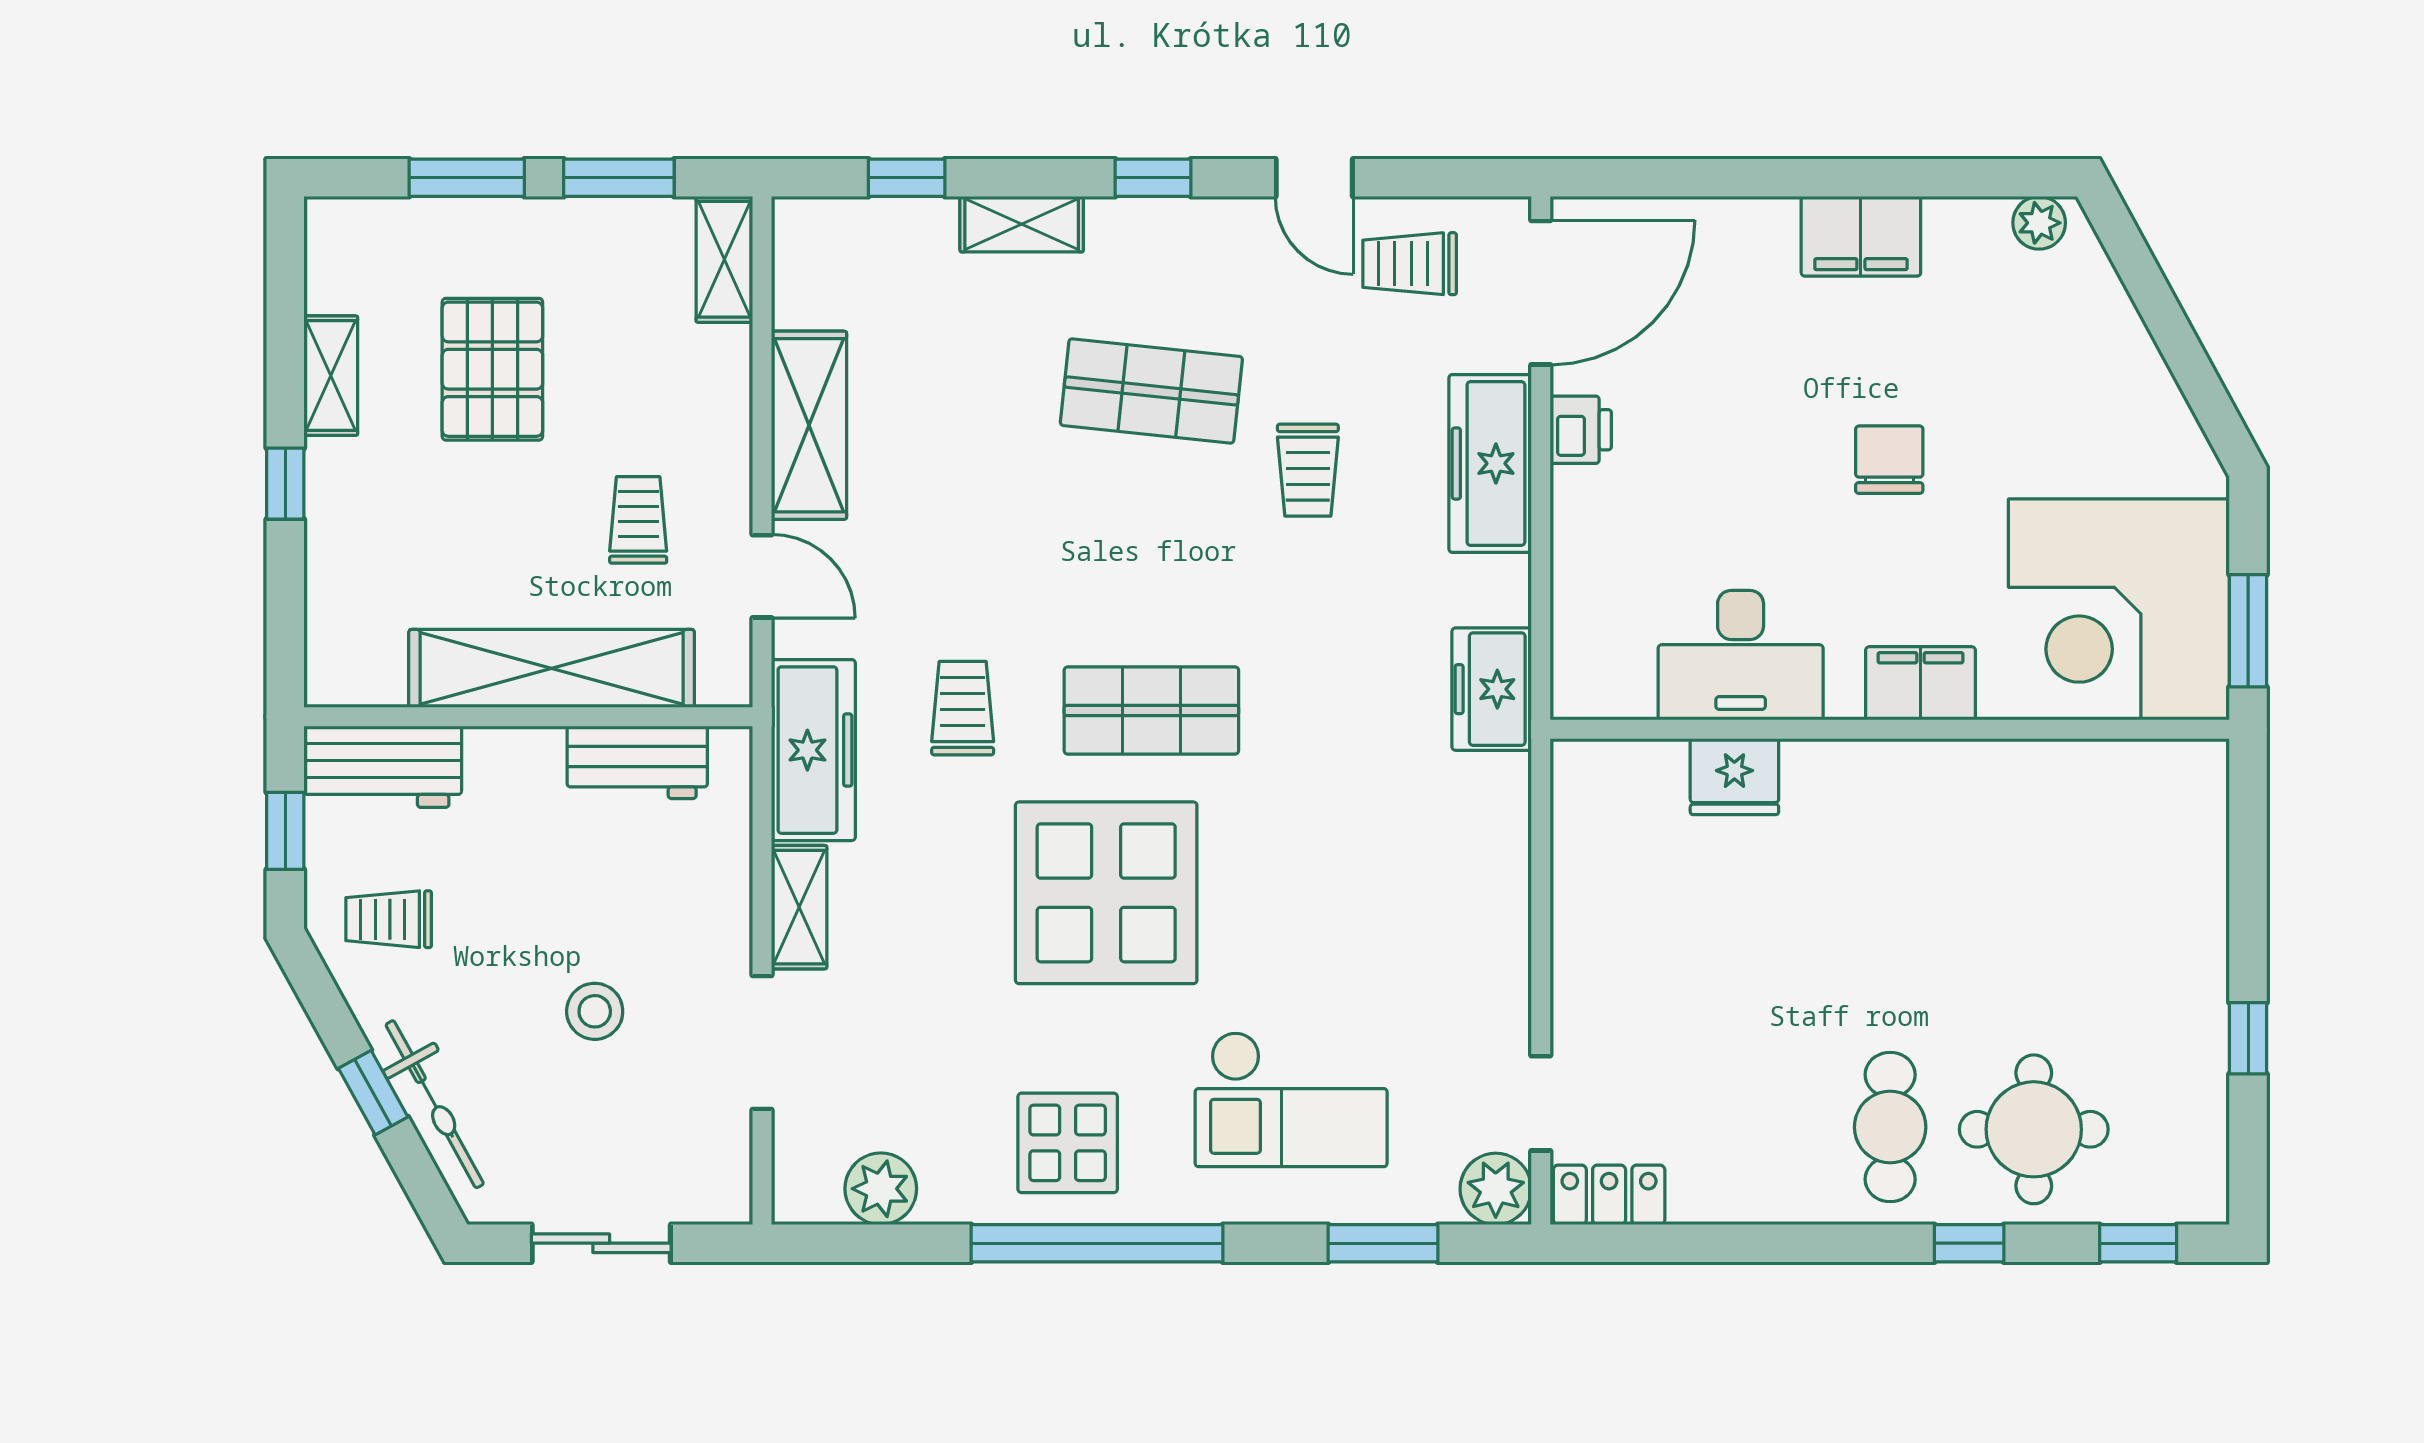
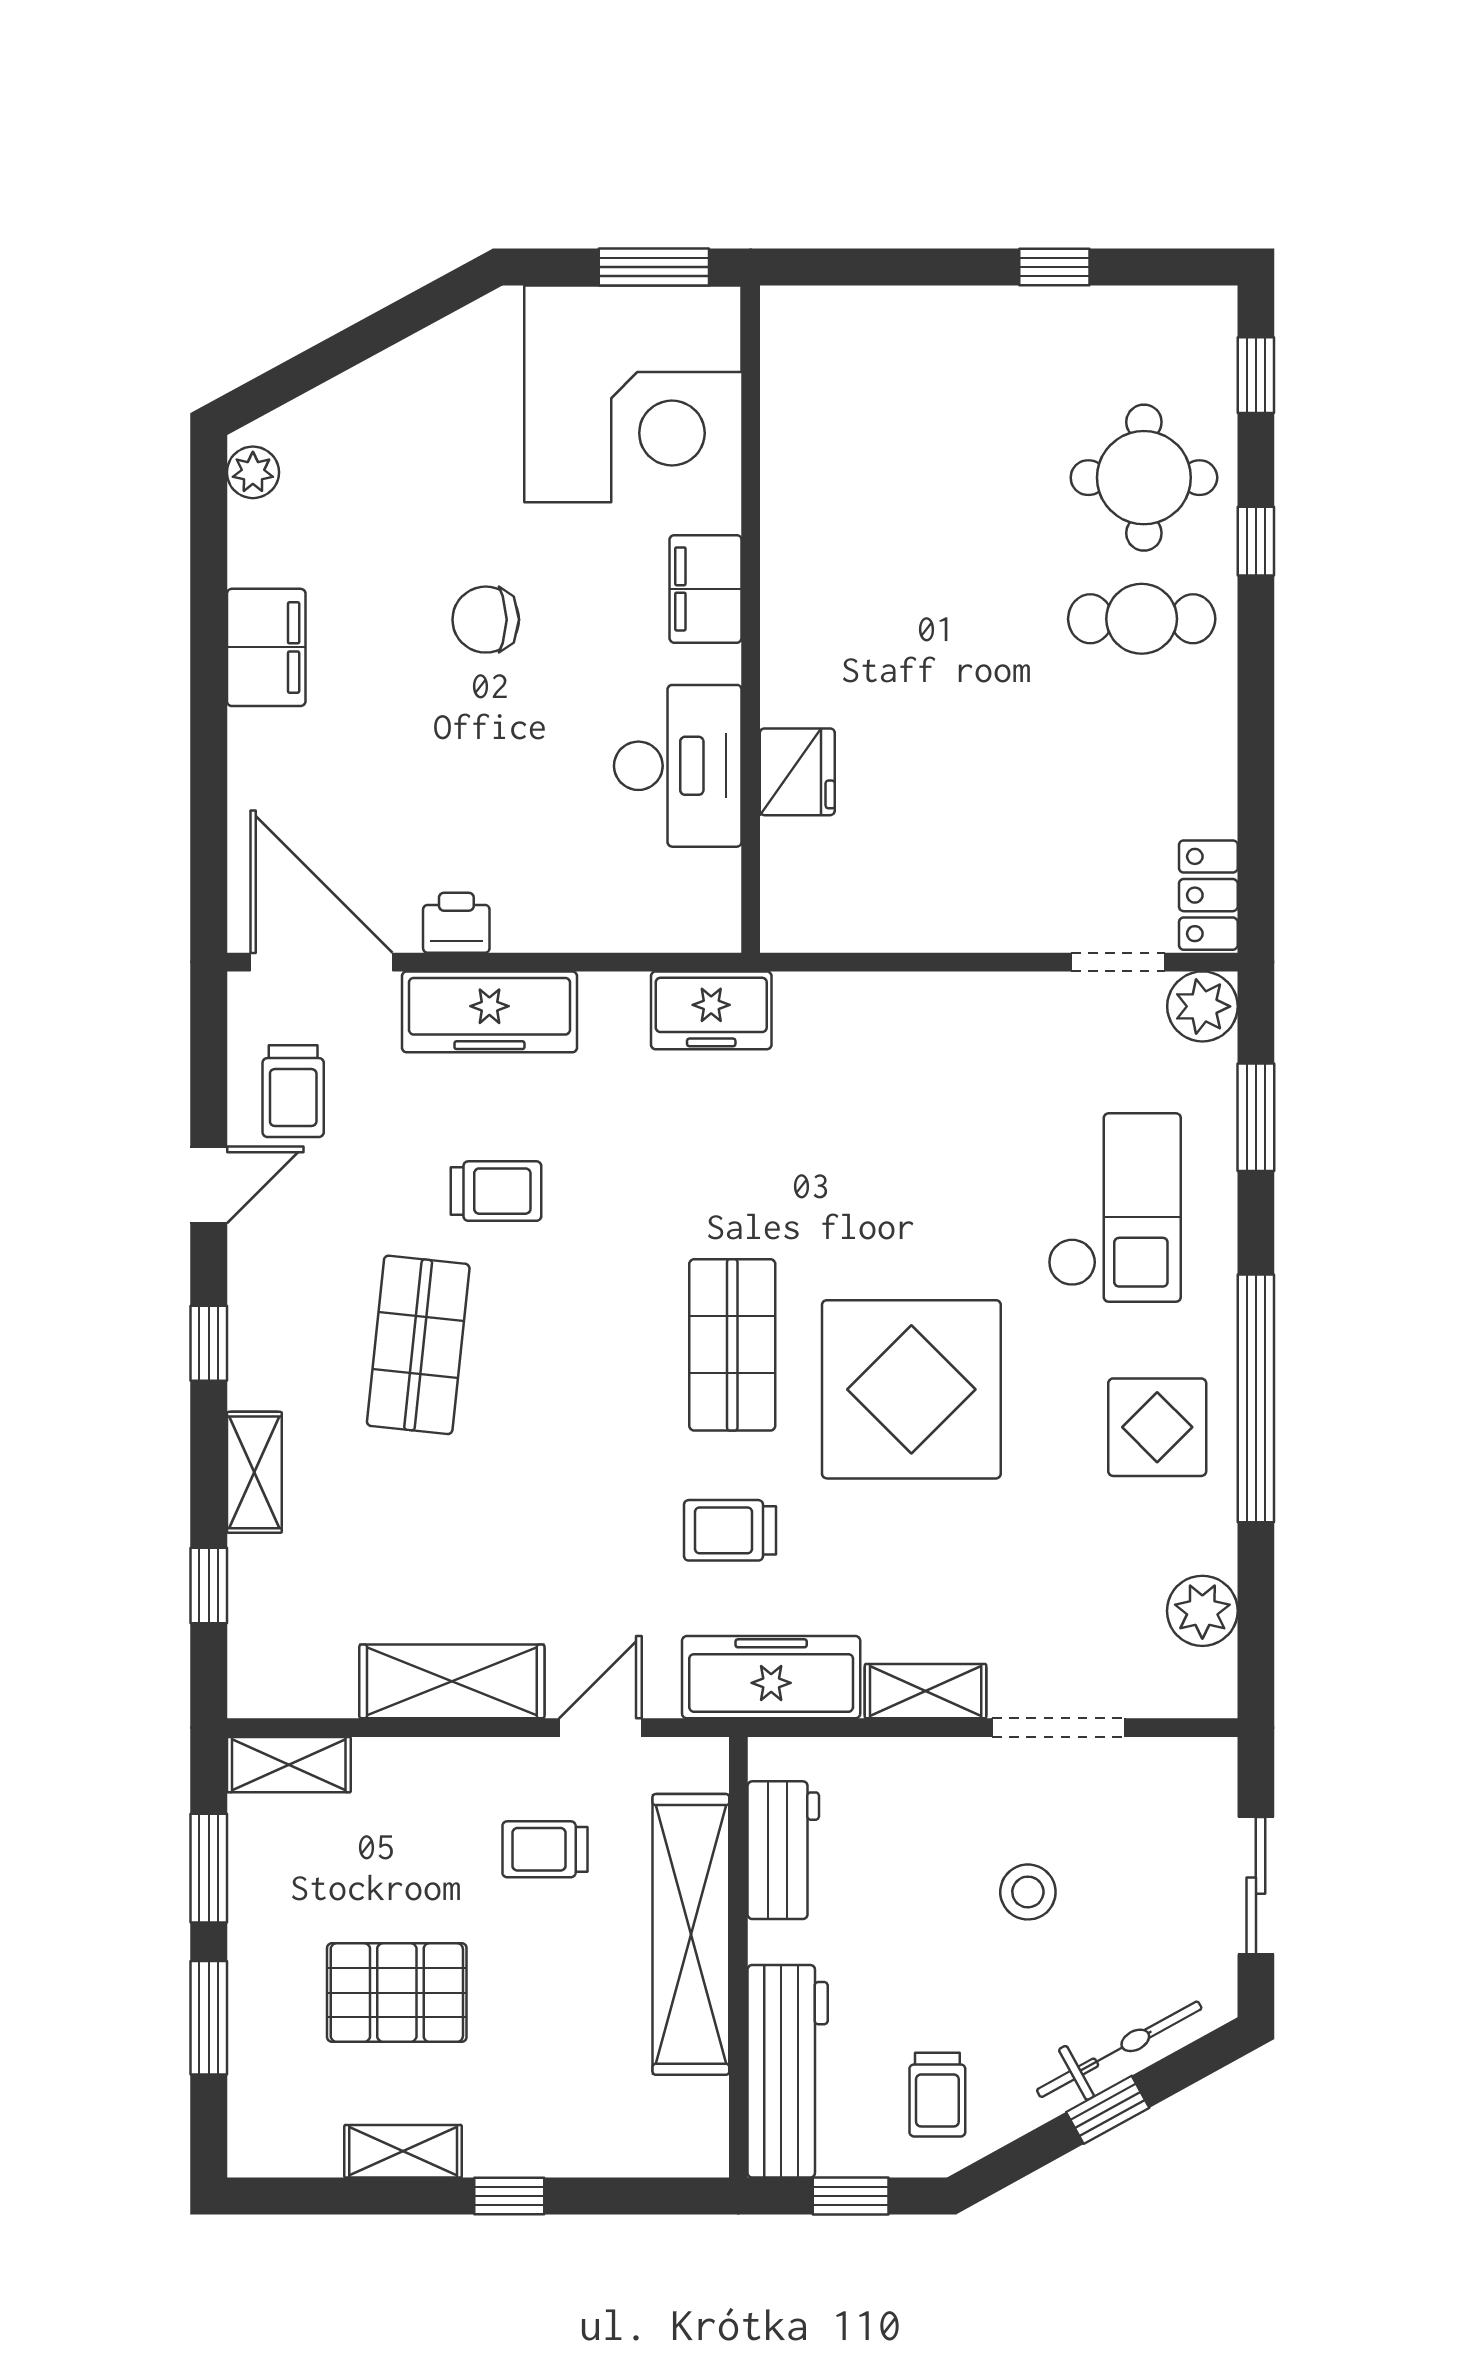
workbench: (383, 767) -> (788, 2071), width x1.38

